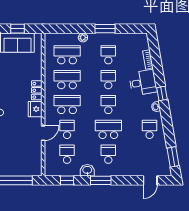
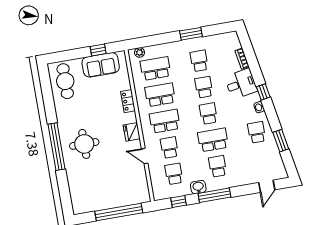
plant: (83, 38) -> (140, 52), moved
locker: (37, 90) -> (128, 101), moved
door: (43, 133) -> (145, 156), swing flipped
window: (173, 157) -> (281, 141), moved
window: (101, 180) -> (214, 195), width x1.44

